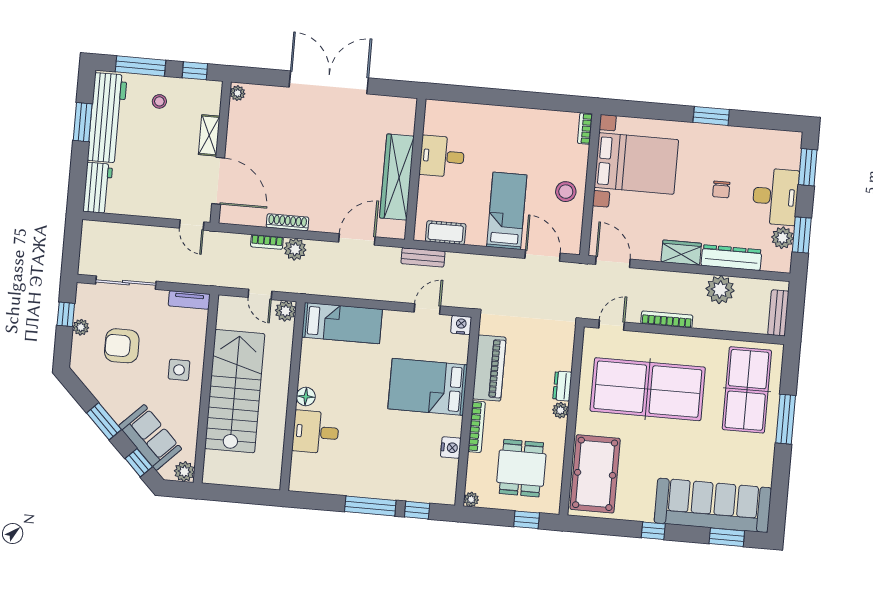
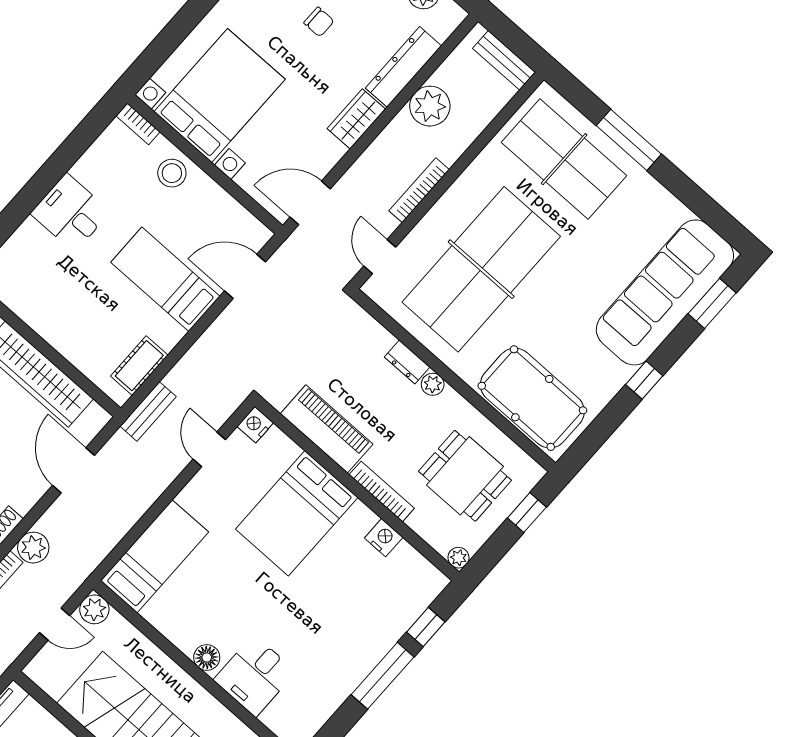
desk: (442, 156) -> (70, 213), moved, turned 90
stool: (566, 192) -> (172, 173), moved

